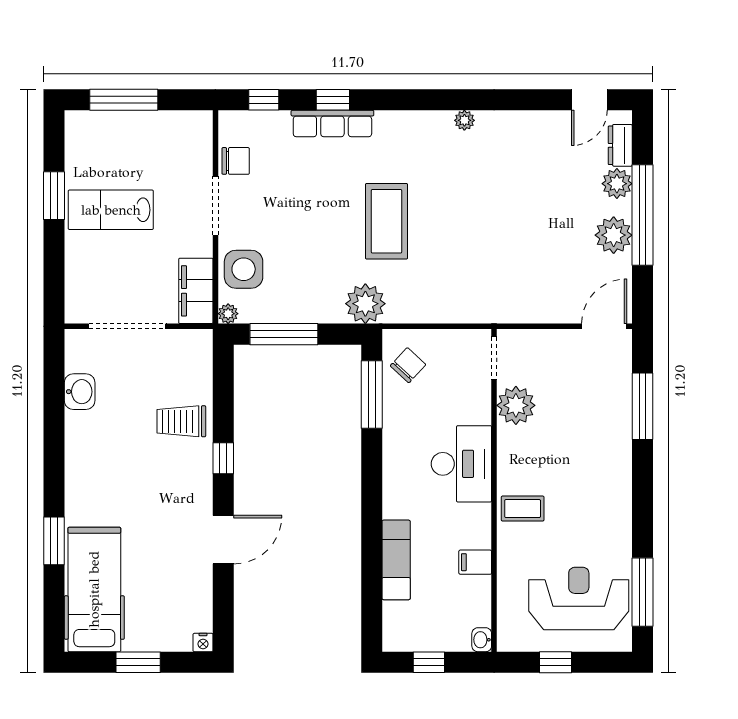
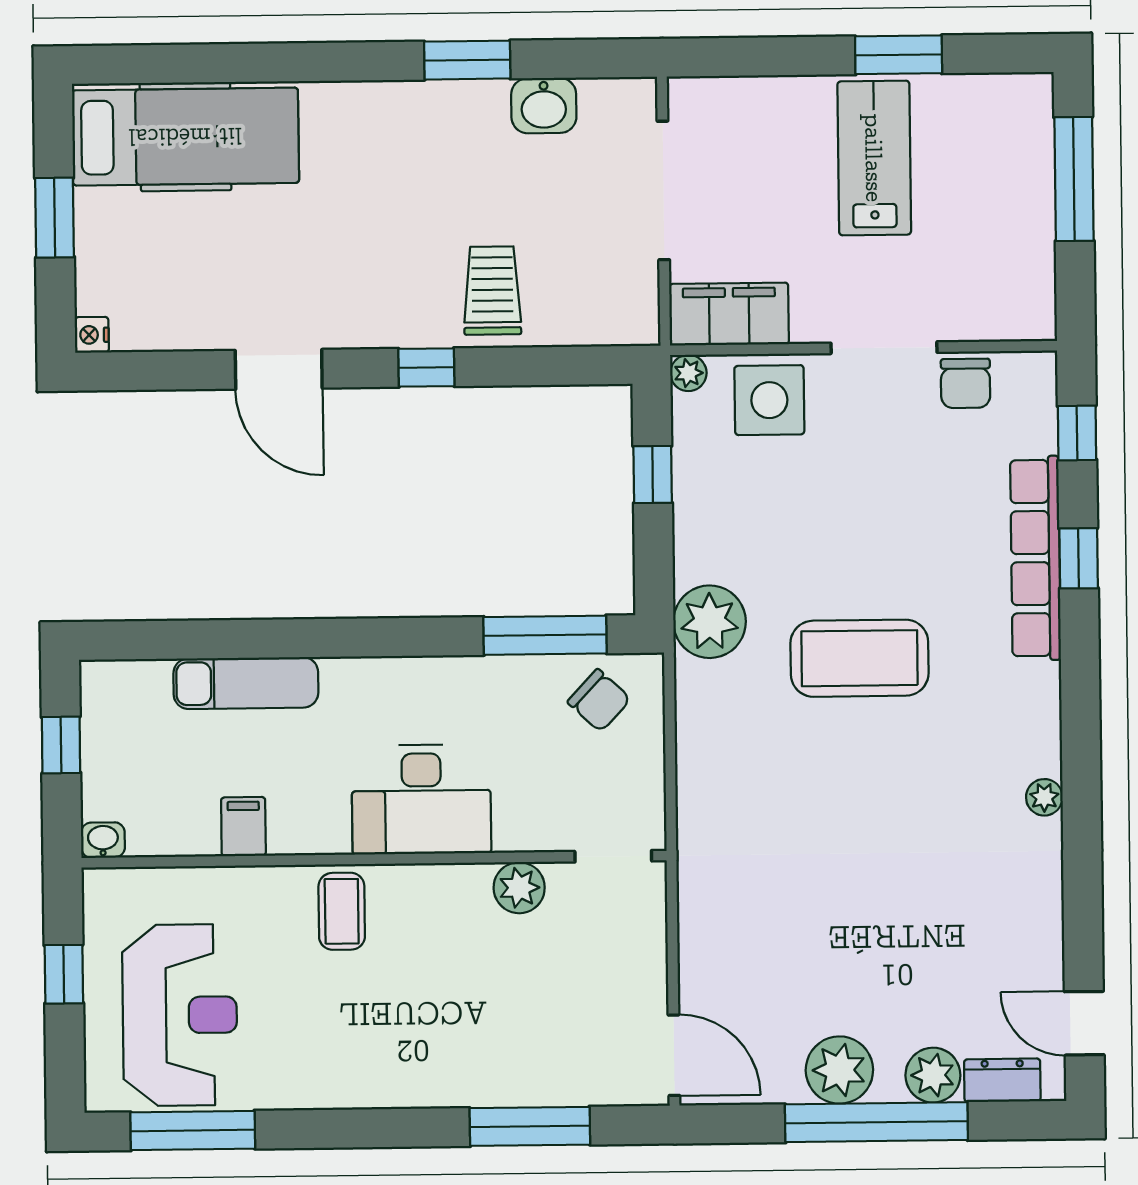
row of seats: (332, 124) -> (1035, 558), width x1.36
window: (284, 334) -> (653, 475), width x0.46
plant: (516, 405) -> (519, 888), width x0.73, depth x0.73
window: (54, 541) -> (467, 60), moved

